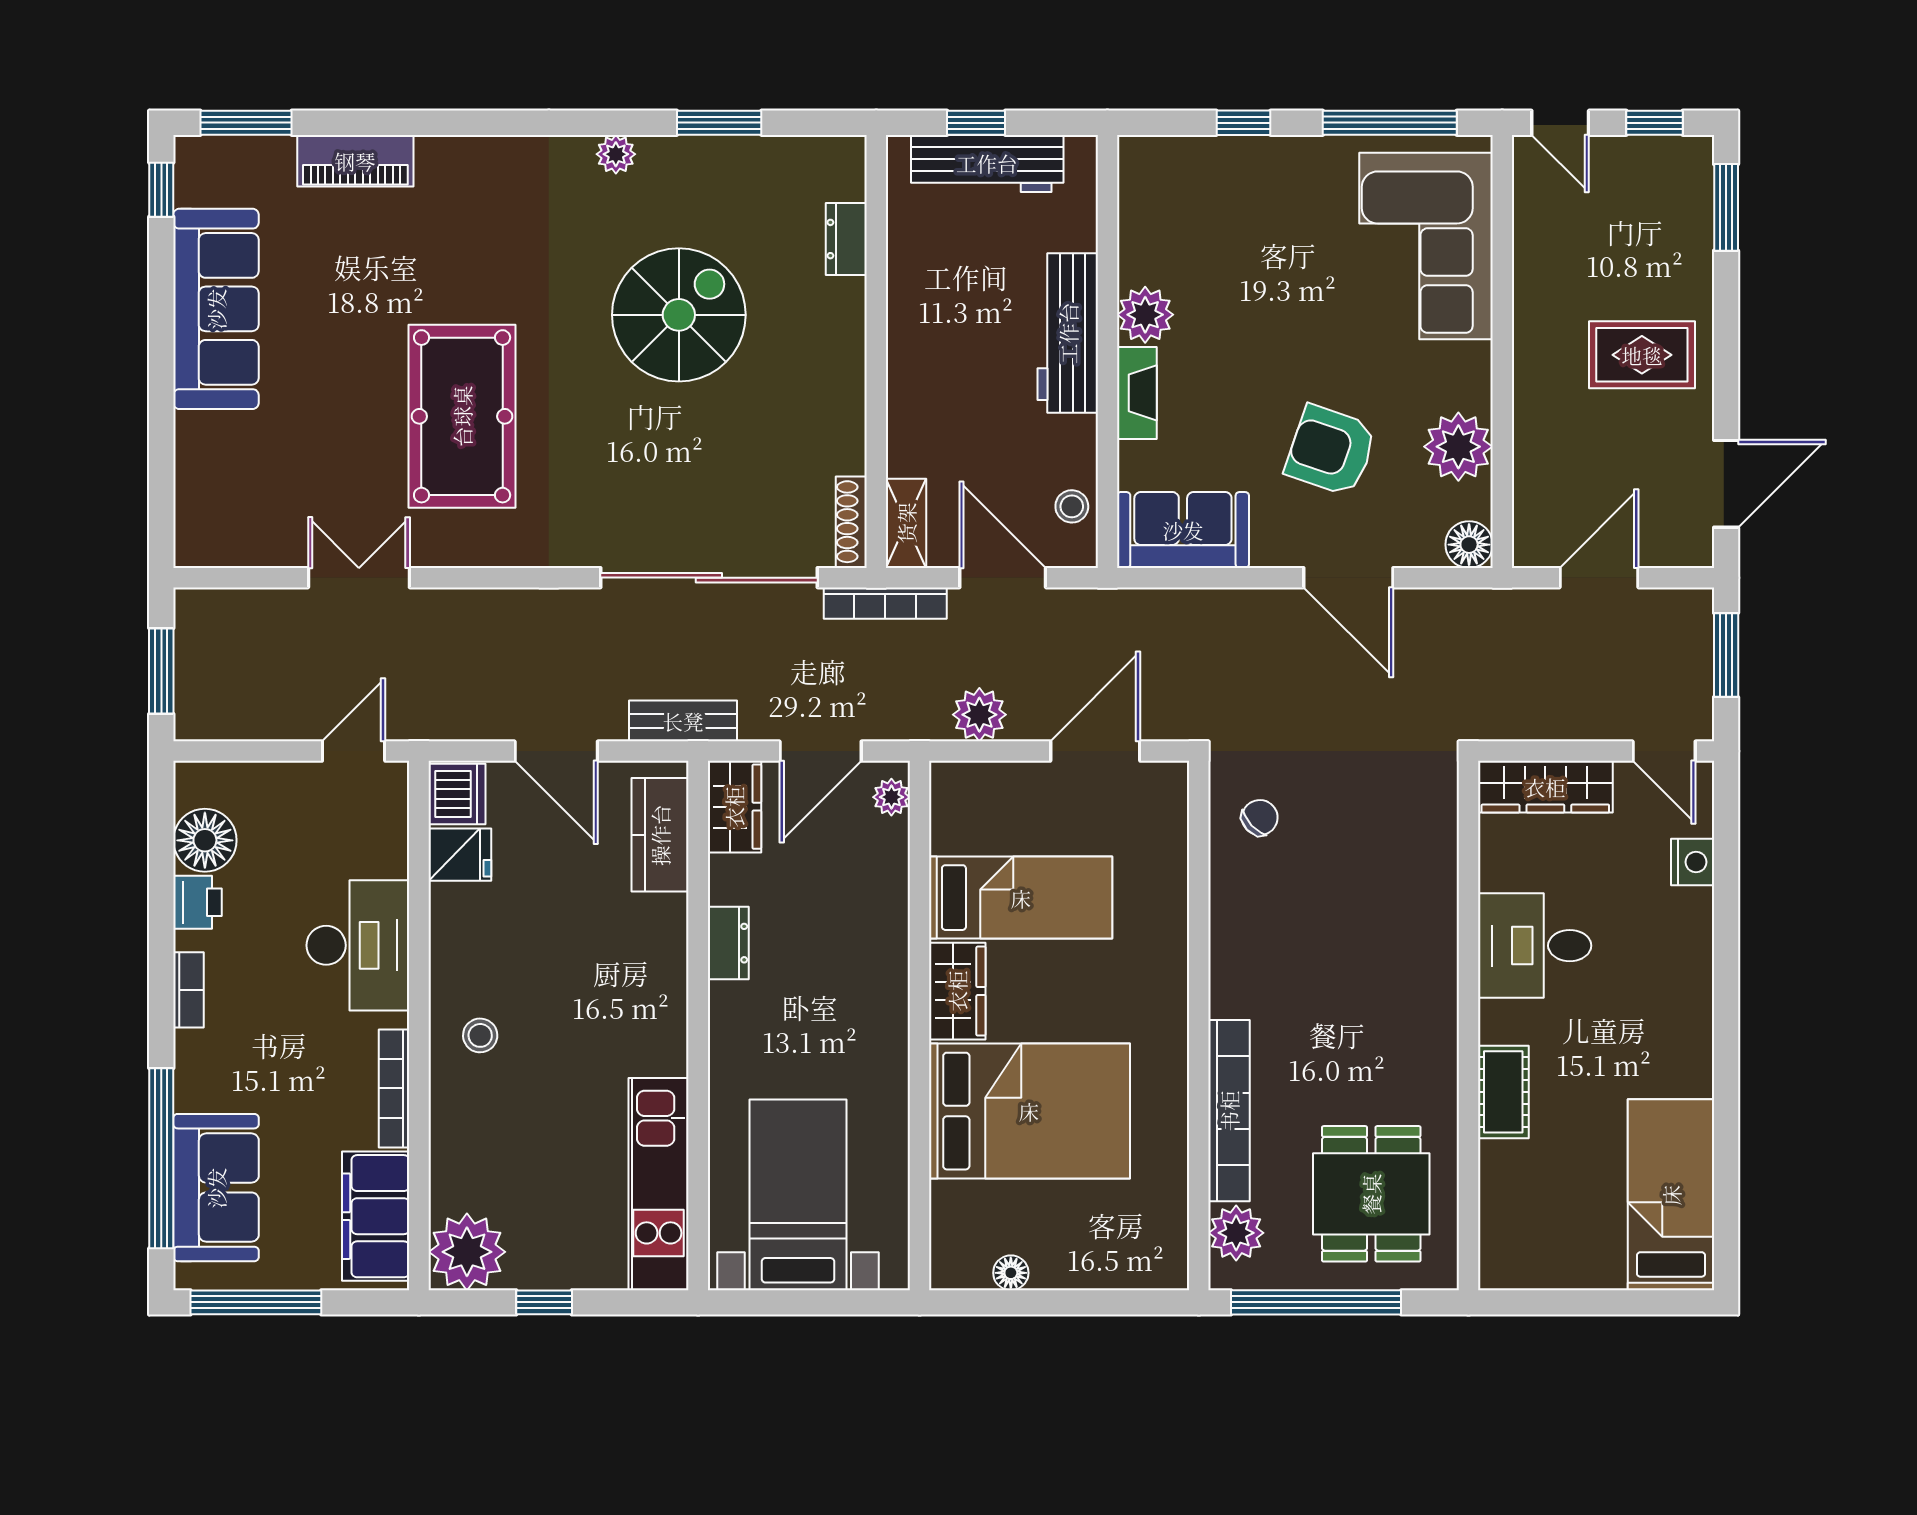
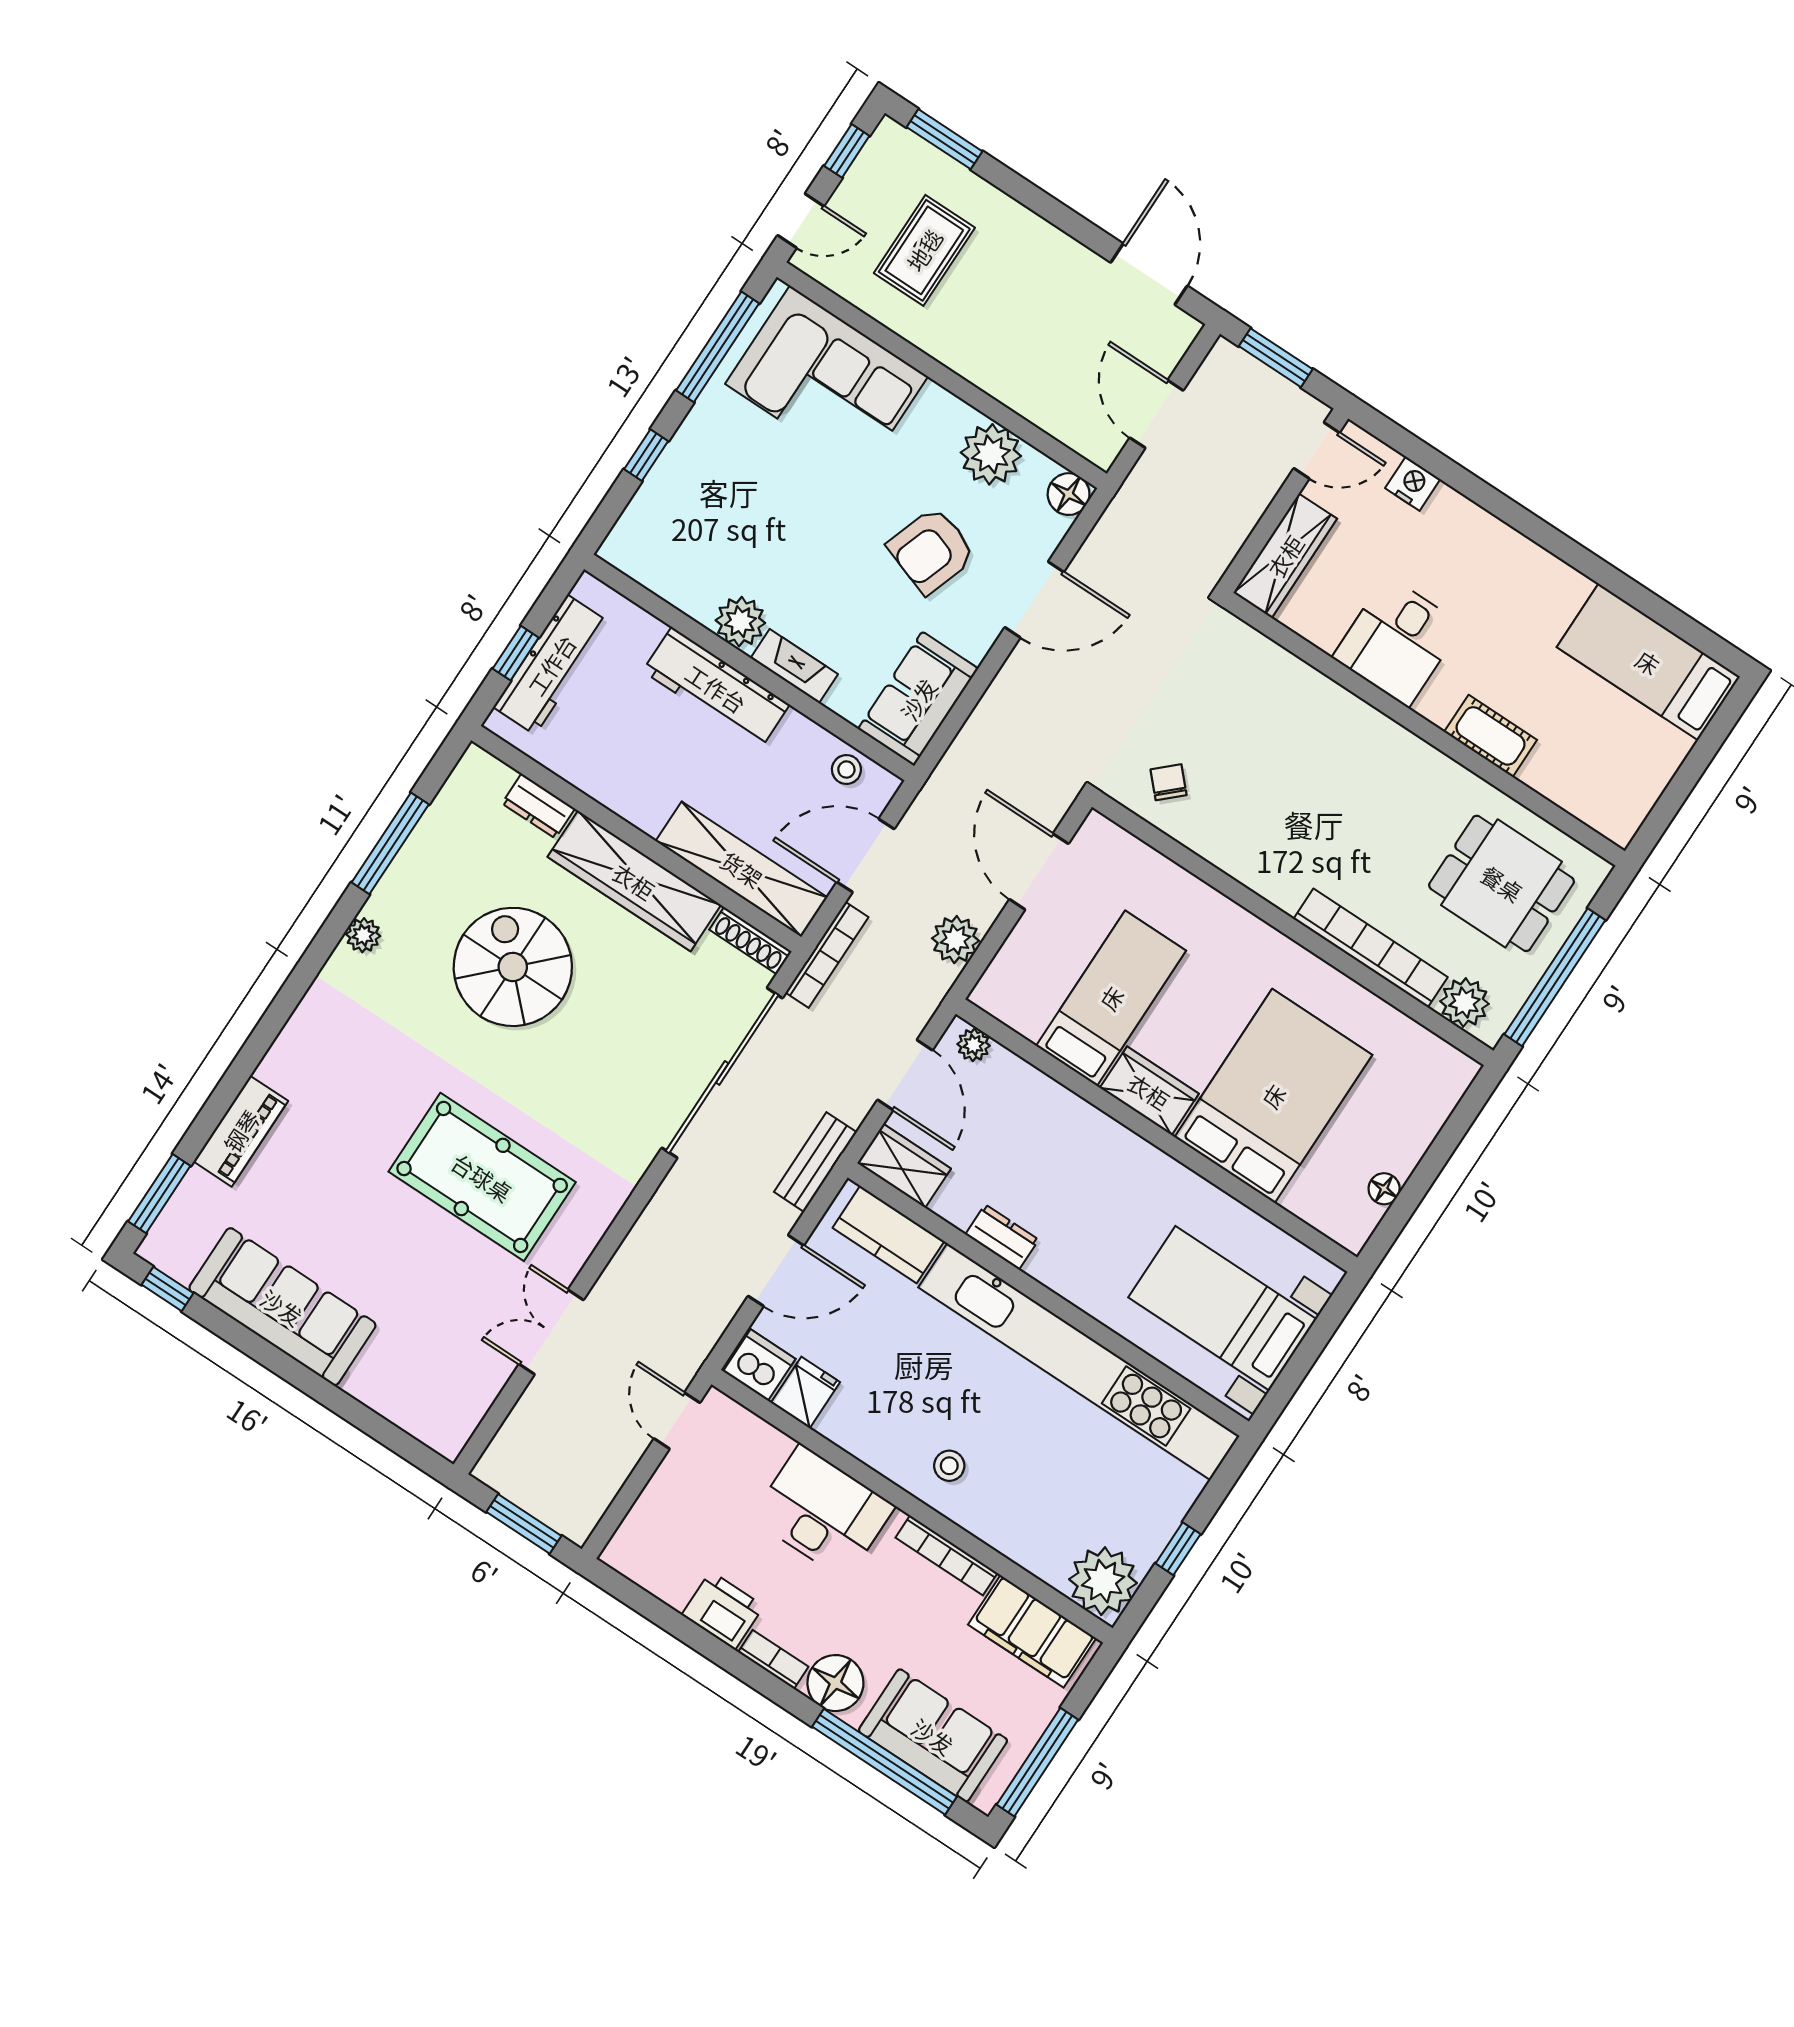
window: (719, 123) -> (390, 843), width x1.44
rug: (1642, 355) -> (924, 250), moved
wardrobe: (835, 376) -> (634, 881), added
shelving: (906, 523) -> (742, 869), width x2.20, depth x1.33
floor lamp: (205, 840) -> (835, 1683), moved
printer: (197, 902) -> (723, 1610), width x1.36, depth x1.24
kitchen unit: (659, 1184) -> (1079, 1362), width x1.86

